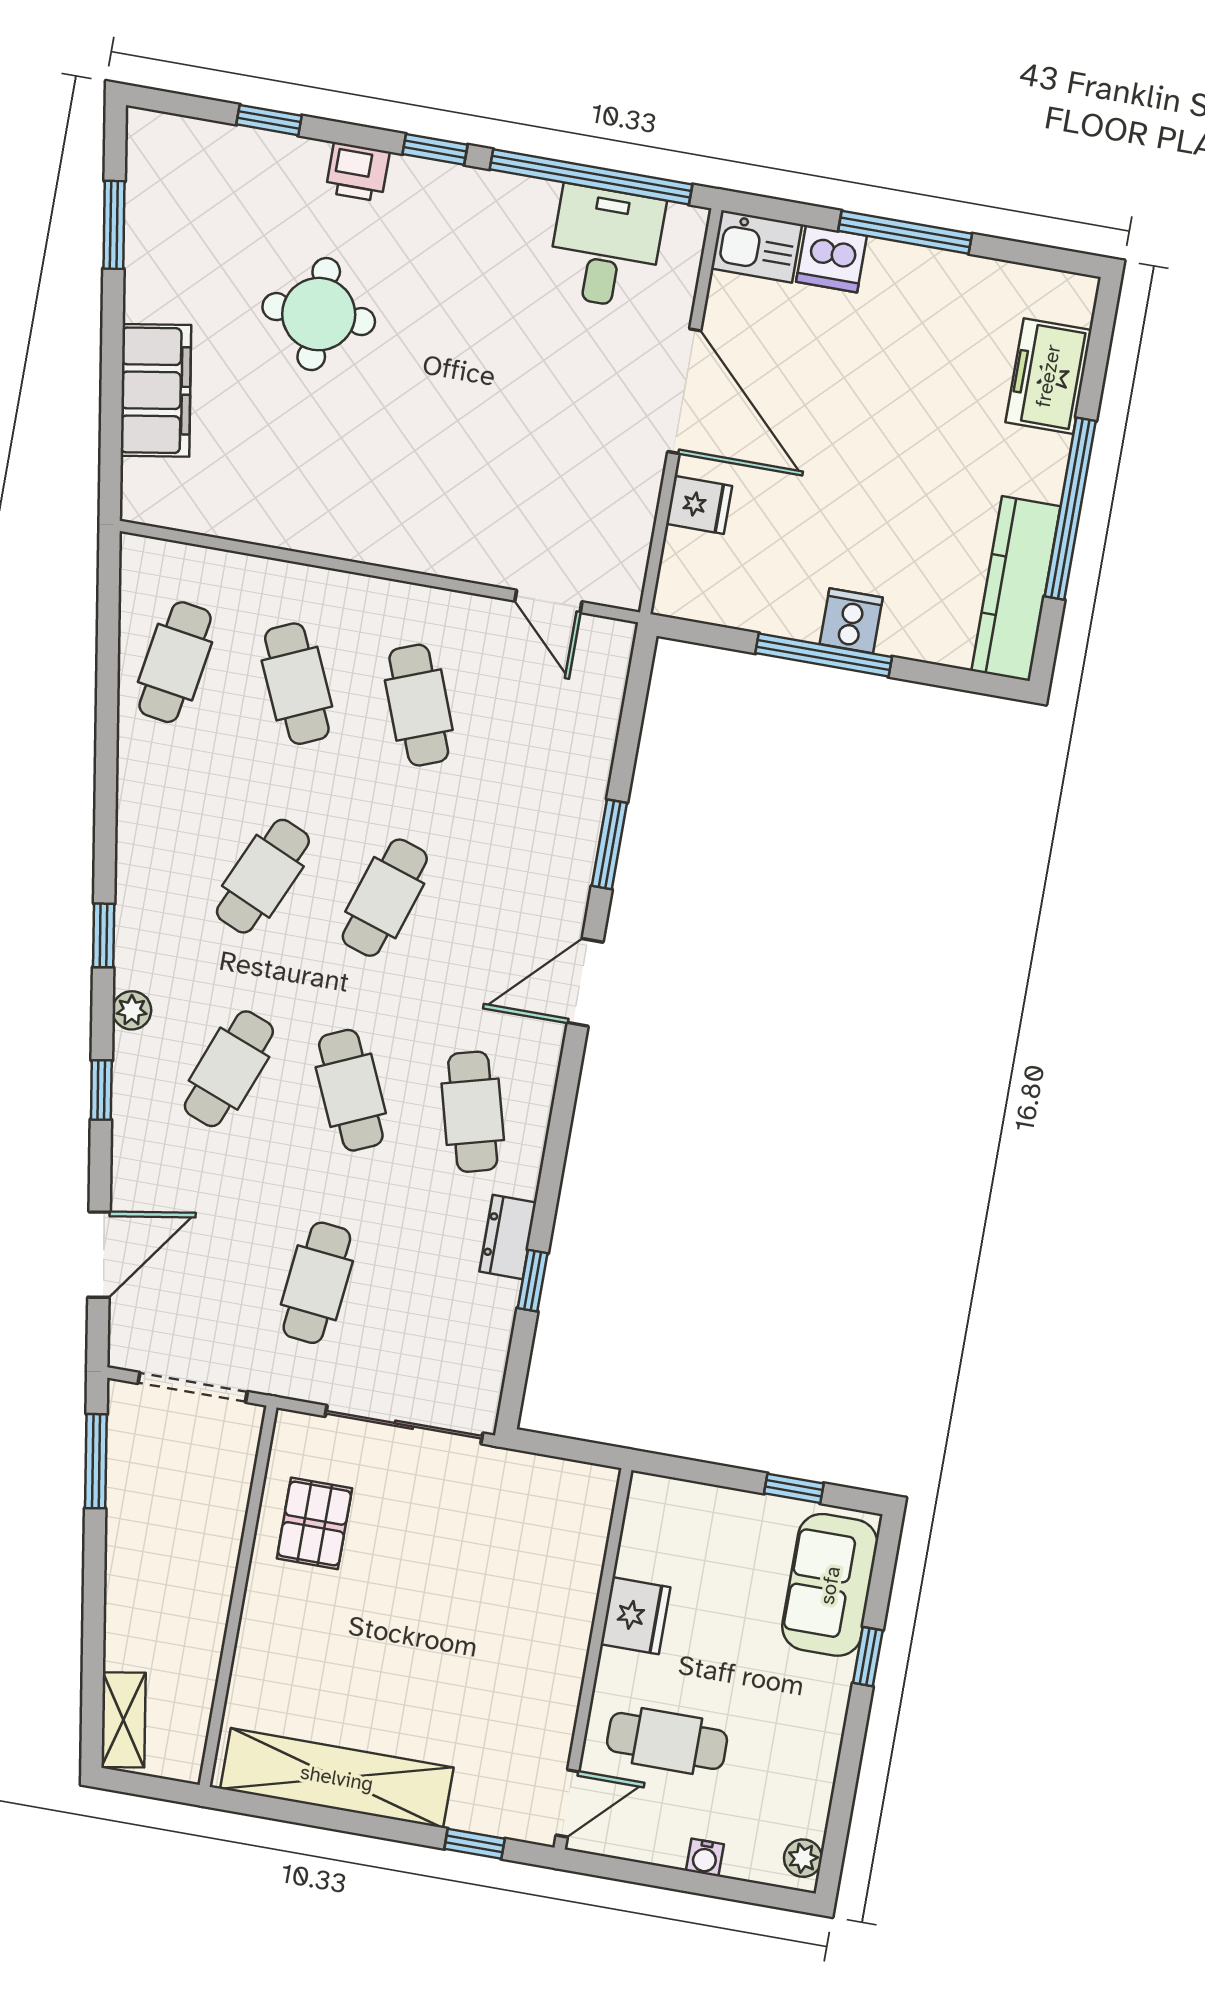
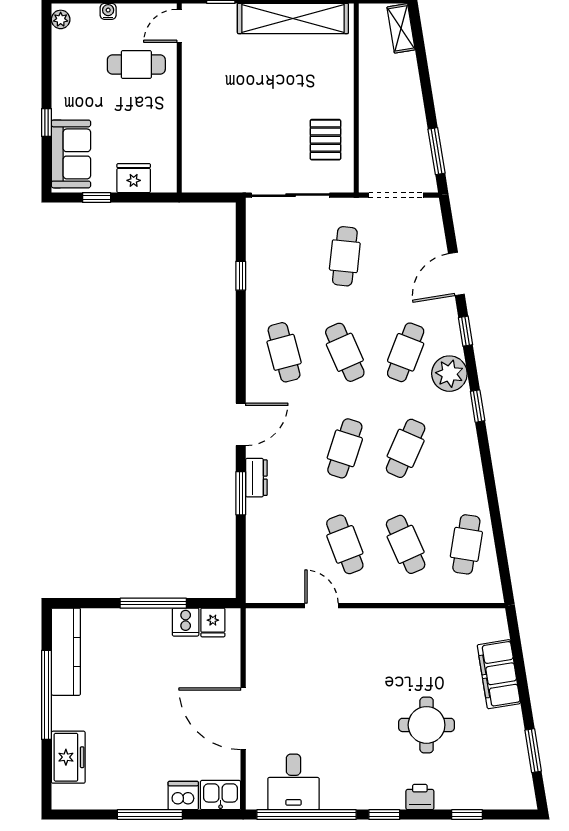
fridge: (699, 505) -> (213, 622), moved, turned -90
door: (548, 601) -> (321, 606), moved
cooker: (851, 621) -> (186, 622), moved
plant: (132, 1010) -> (449, 374), width x1.87, depth x1.87
dresser: (508, 1237) -> (256, 478), moved
door: (99, 1255) -> (456, 274), moved
fridge: (636, 1616) -> (134, 178), moved, turned 90

